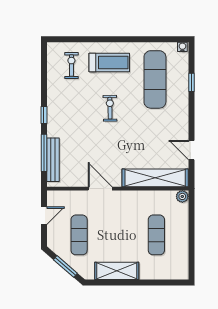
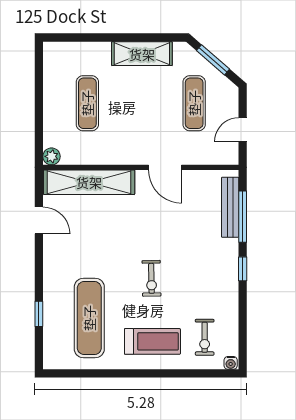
water cooler: (182, 47) -> (231, 363), moved
treadmill: (109, 63) -> (152, 341), turned 180

